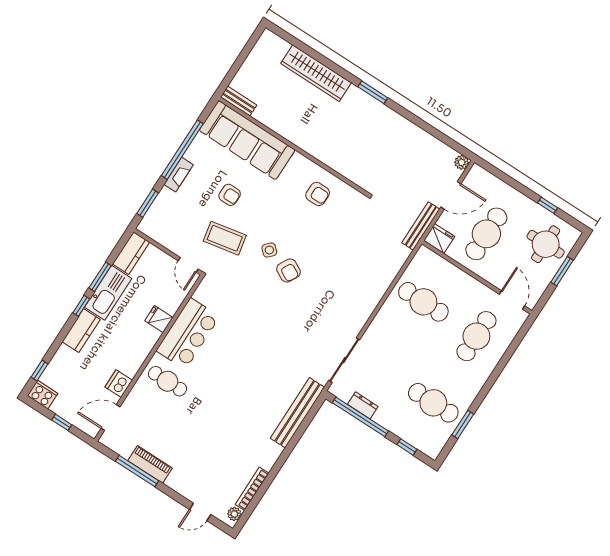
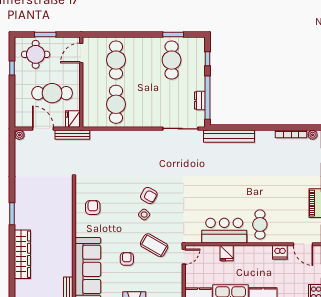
coffee table: (225, 238) -> (154, 245), turned -49
armchair: (289, 270) -> (149, 195), turned 91
cafe table: (476, 336) -> (116, 60), turned 90

